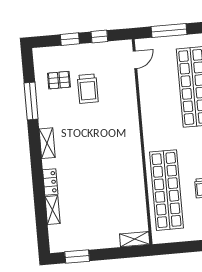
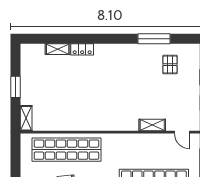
trolley: (88, 89) -> (160, 89), removed
shelving: (47, 143) -> (152, 125), moved
window: (77, 256) -> (16, 87), moved

